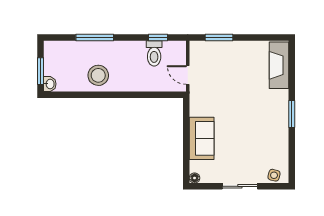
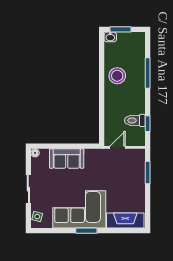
corner sofa: (265, 123) -> (79, 209), added

